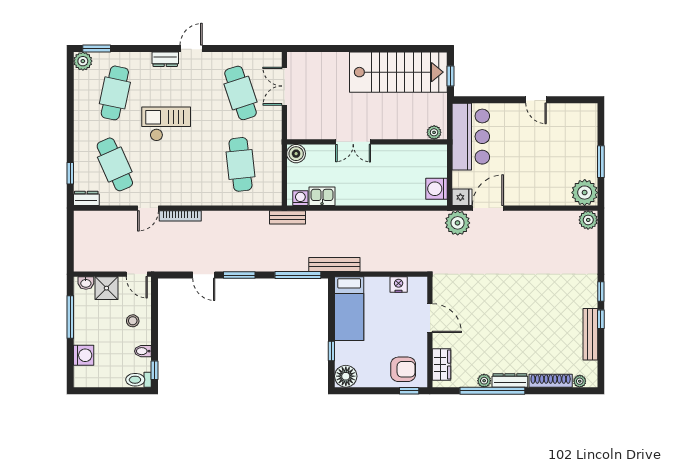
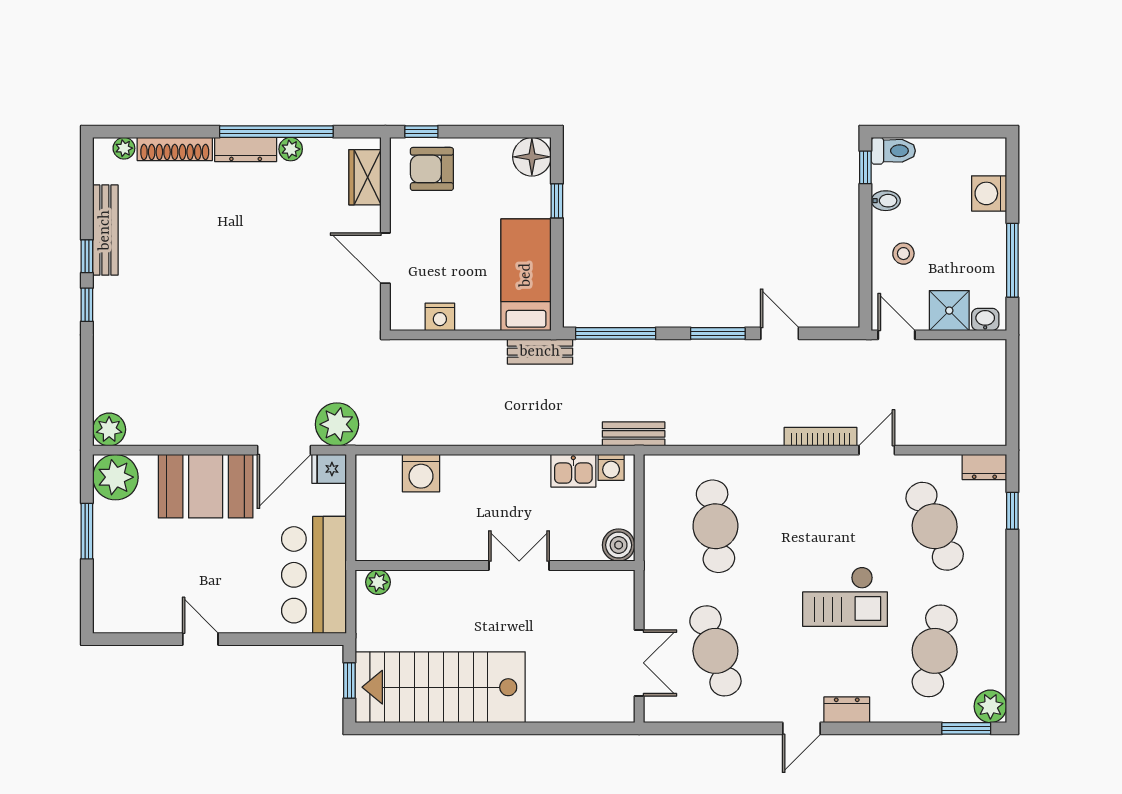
booth: (533, 187) -> (206, 486), added
washing machine: (436, 189) -> (421, 473), moved, turned 90
bench: (334, 265) -> (540, 352), width x0.73

